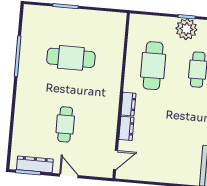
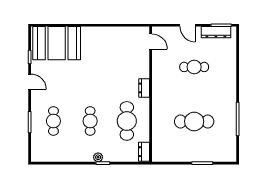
plant: (186, 29) -> (98, 157), width x0.53, depth x0.53
cafe table: (65, 124) -> (194, 67), turned 90
dresser: (126, 128) -> (144, 152), moved
door: (116, 160) -> (151, 42), swing flipped

